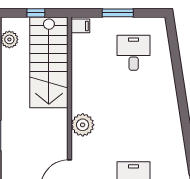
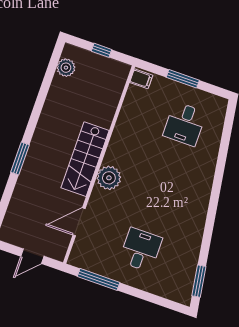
desk: (134, 53) -> (185, 124), turned 180
stairs: (49, 62) -> (85, 159), moved, width x0.73, depth x0.66

